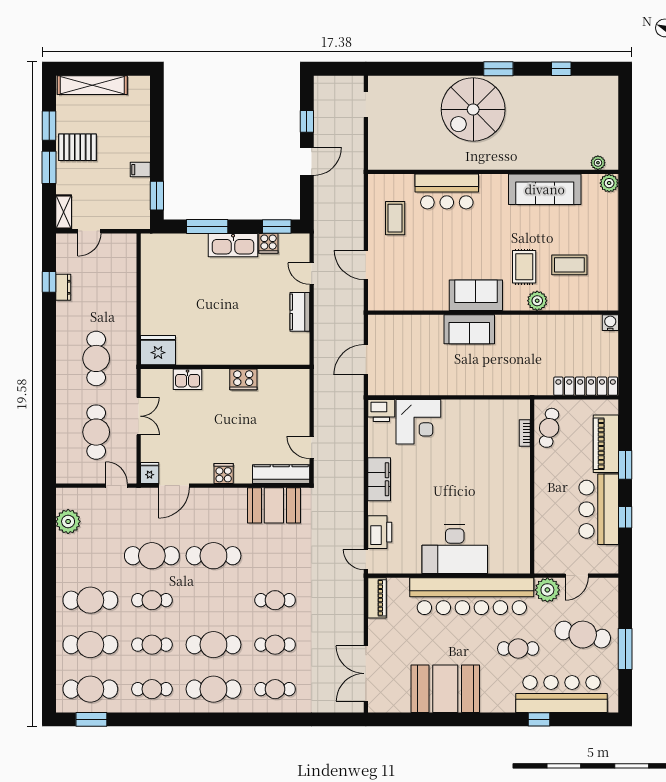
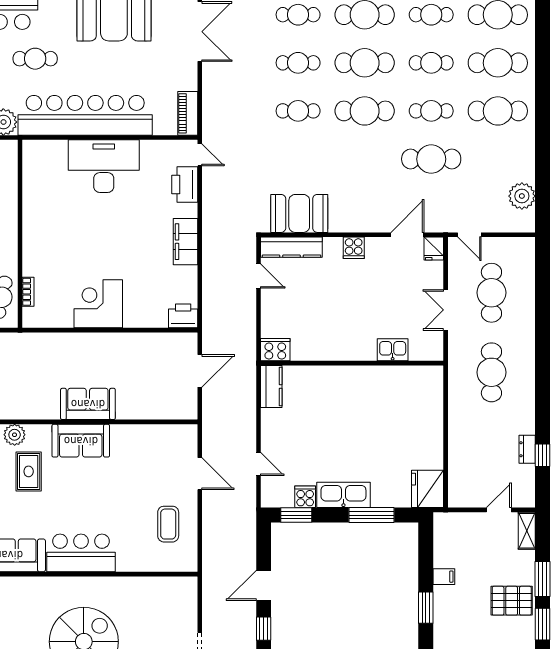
bar counter: (447, 191) -> (81, 553), moved
window: (157, 196) -> (426, 608), moved
kitchen counter: (300, 312) -> (271, 387), moved
fridge: (158, 350) -> (427, 489), moved, turned 90
cooker: (243, 379) -> (275, 350), moved
corner desk: (418, 422) -> (98, 304), moved
cafe table: (213, 556) -> (365, 111), moved

